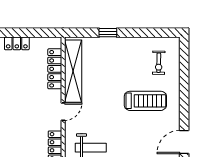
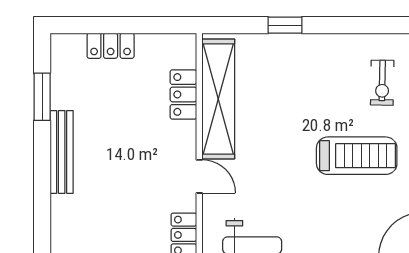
locker: (55, 69) -> (183, 94), width x0.66
door: (63, 112) -> (199, 176), hinge flipped

